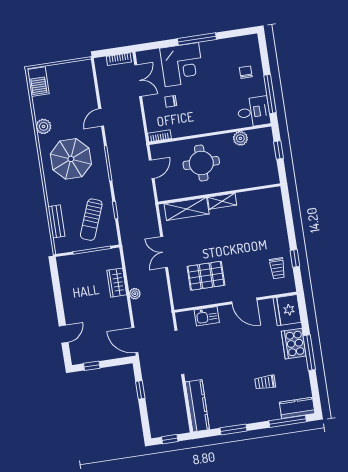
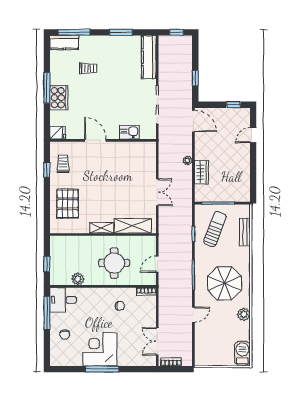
corner desk: (182, 65) -> (100, 349), moved
chair: (171, 101) -> (120, 306), moved
pallet: (206, 276) -> (68, 204), moved, turned 90
fridge: (287, 310) -> (58, 133), width x0.53, depth x0.75

